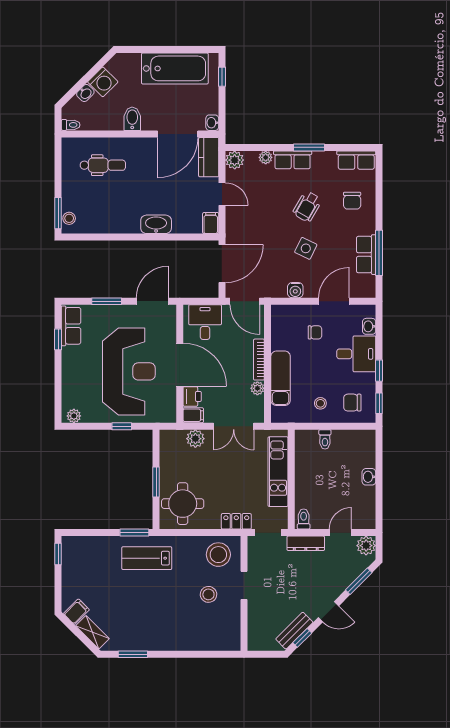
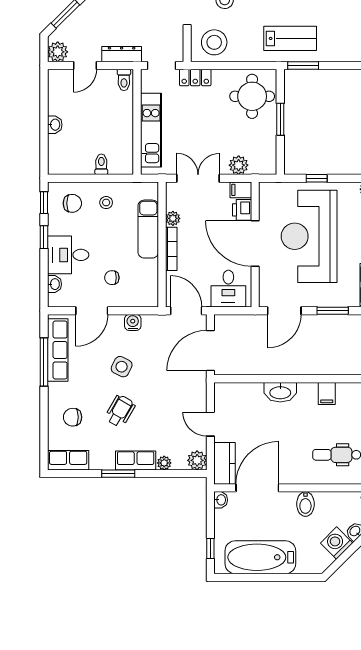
chair: (352, 201) -> (73, 417), turned -90
filing cabinet: (211, 223) -> (327, 394), moved
row of seats: (366, 255) -> (58, 350), width x1.48

